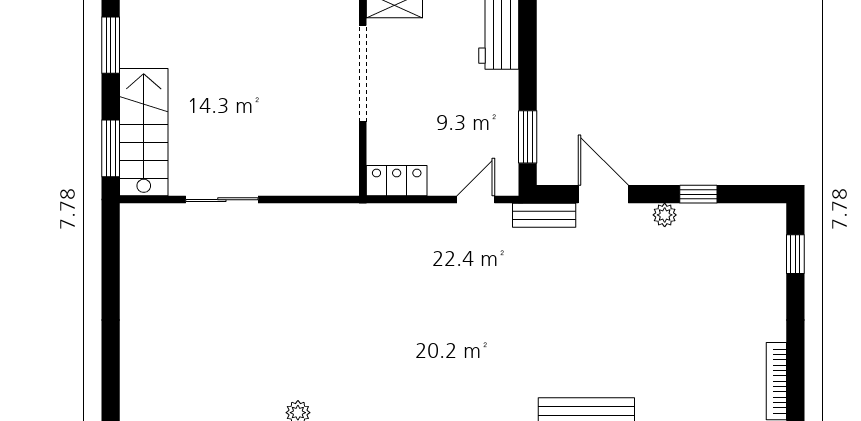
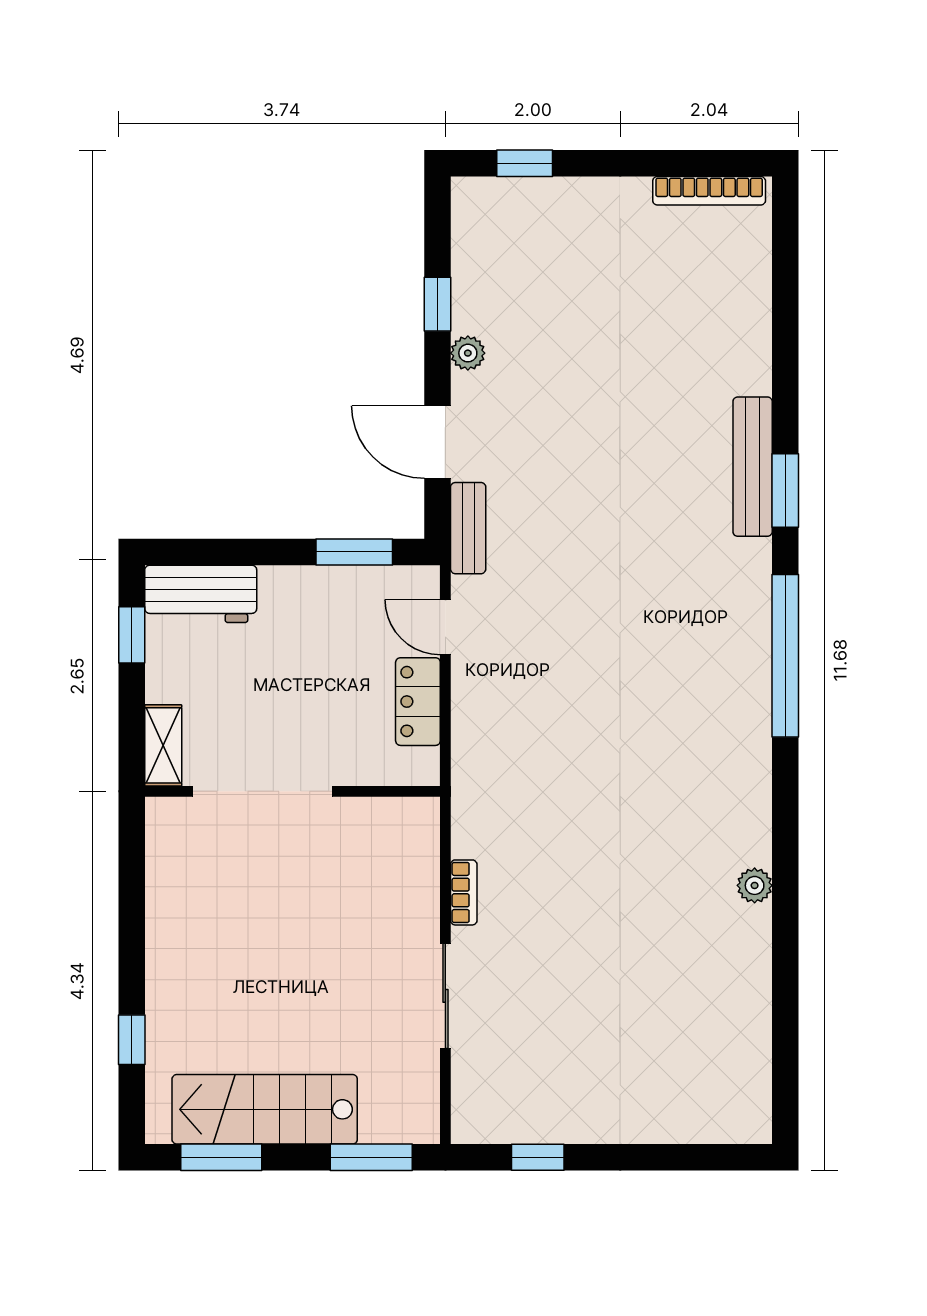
stairs: (144, 132) -> (265, 1109), moved
locker: (397, 181) -> (418, 702), moved
door: (603, 194) -> (438, 442), hinge flipped
bookcase: (293, 212) -> (464, 892), added
window: (111, 263) -> (538, 1157), added

